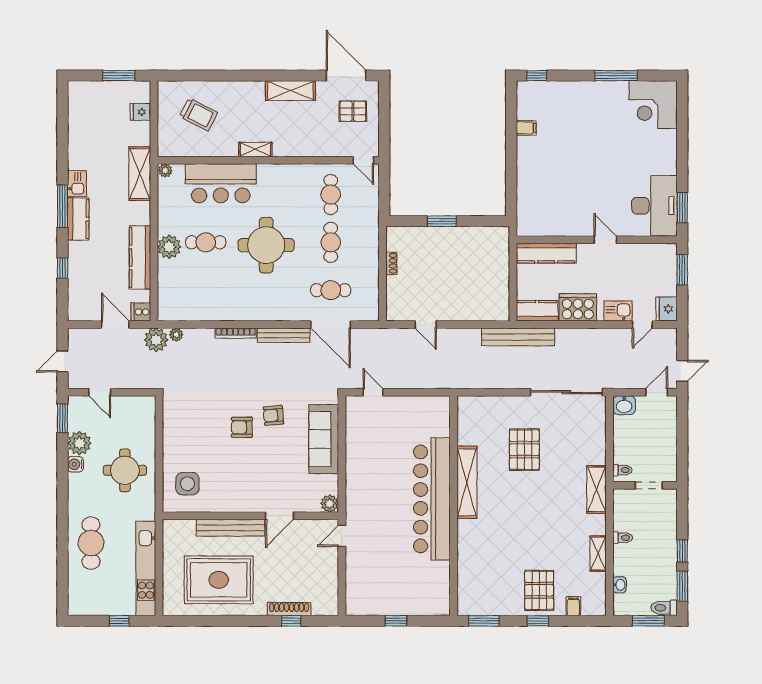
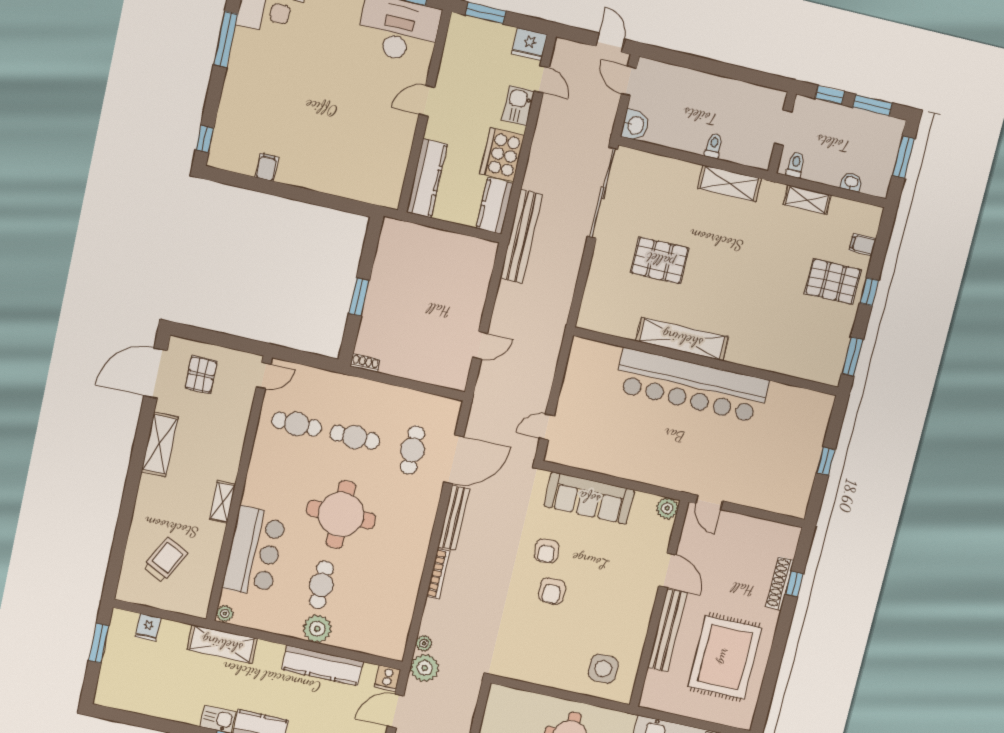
shoe rack: (391, 263) -> (365, 363), moved
wall: (645, 485) -> (782, 133), moved
doorway: (649, 485) -> (783, 128), moved
toilet: (664, 608) -> (893, 134), removed

